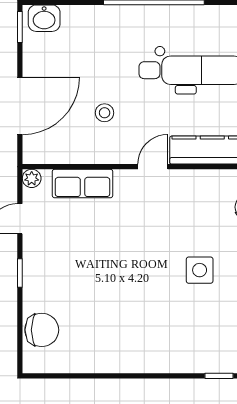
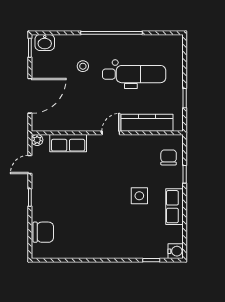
stool: (105, 113) -> (83, 66), moved

